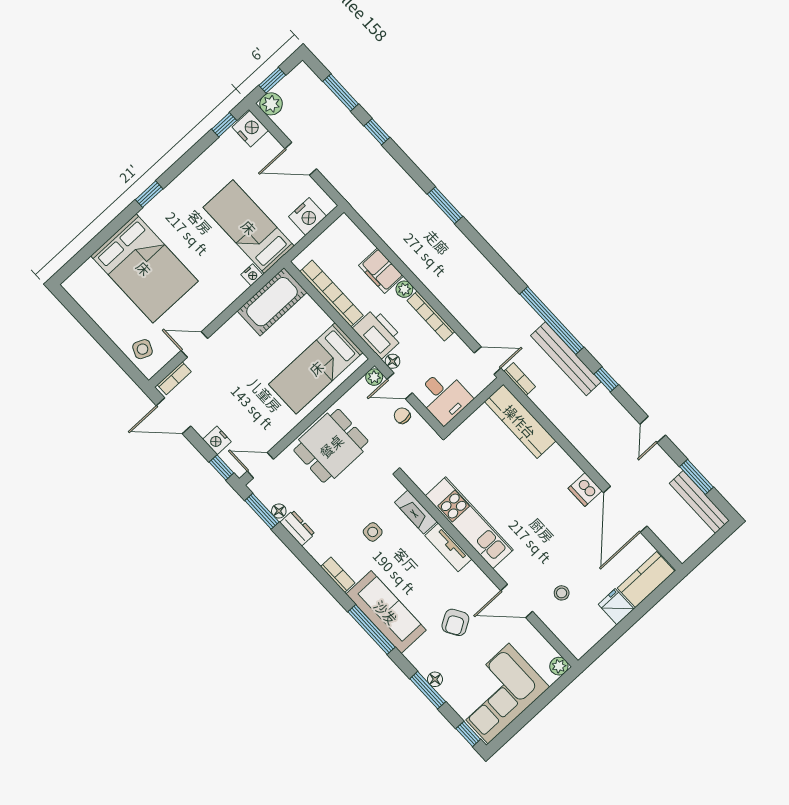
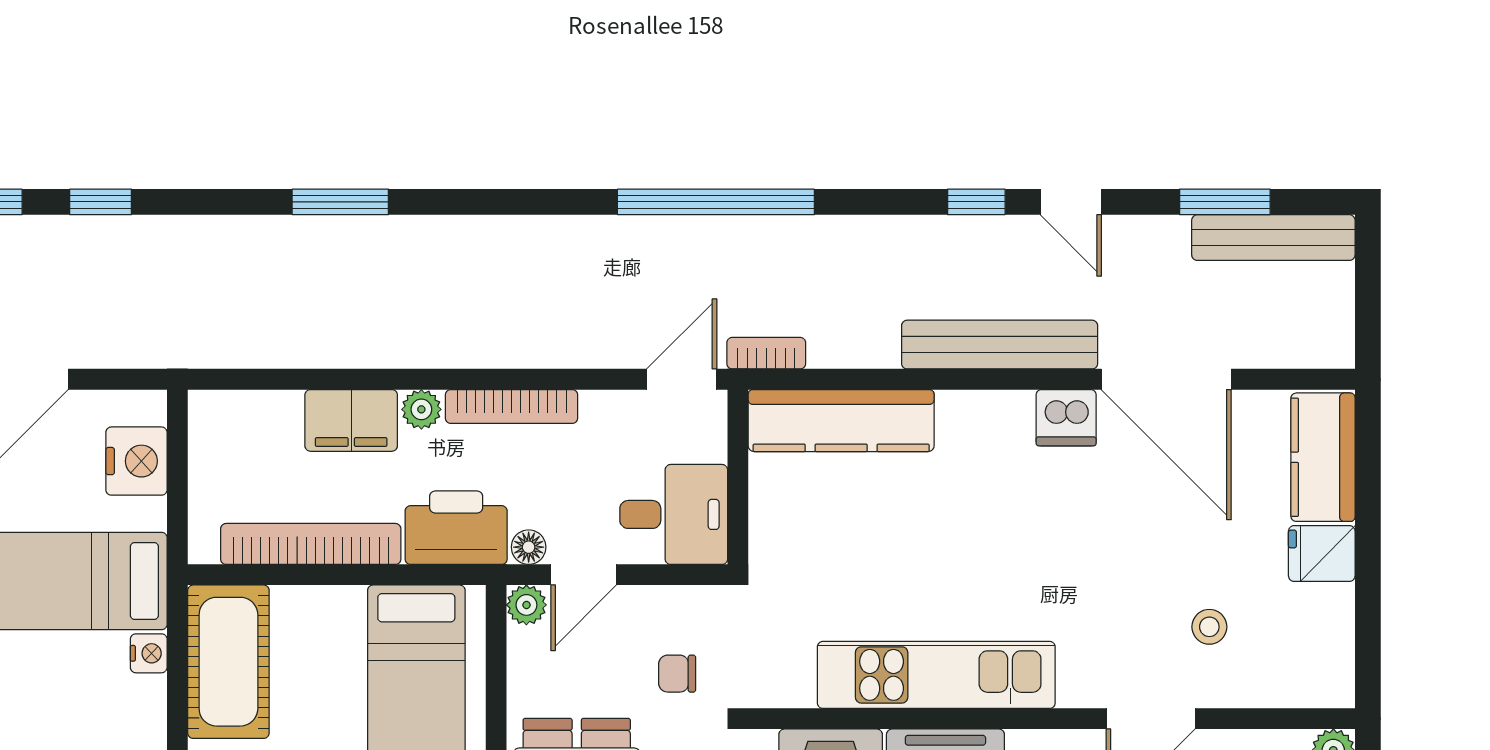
bench: (566, 359) -> (1000, 345), moved
window: (606, 379) -> (976, 202), moved
chair: (402, 416) -> (677, 674), moved

